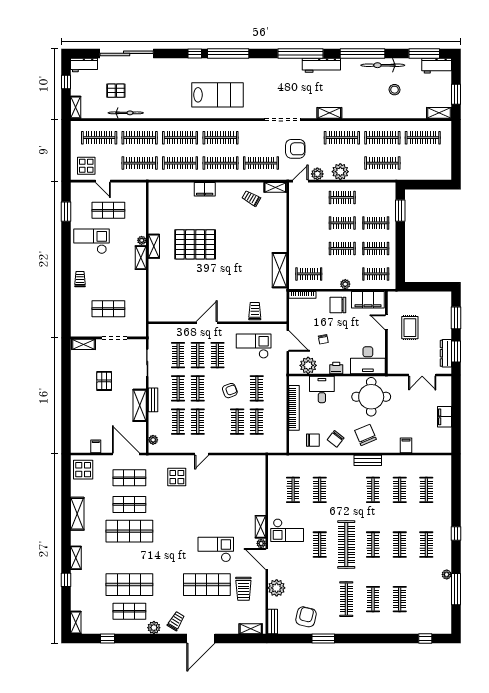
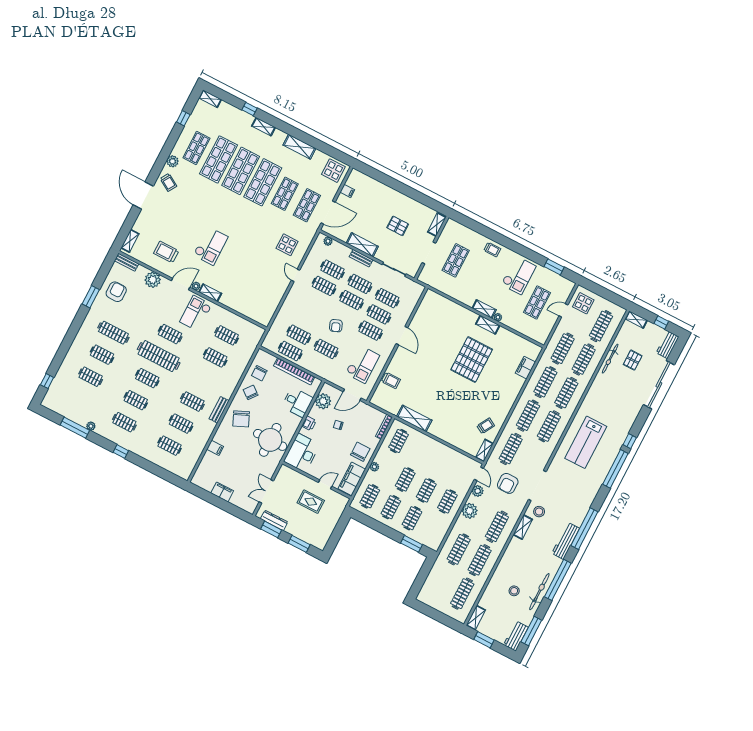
stool: (307, 105) -> (539, 512), added
filing cabinet: (205, 189) -> (525, 368), moved
clothes rail: (237, 422) -> (290, 351), moved
chair: (365, 435) -> (241, 419), turned 89
shop shelf: (207, 585) -> (241, 171), moved
armchair: (306, 617) -> (116, 292), turned -103

